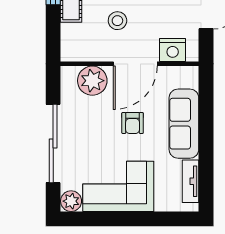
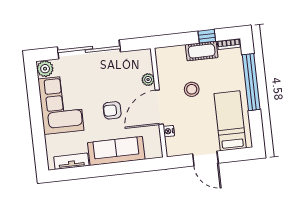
nightstand: (173, 50) -> (169, 131), width x0.53, depth x0.56
door: (135, 64) -> (159, 107), hinge flipped
plant: (92, 81) -> (148, 80), width x0.53, depth x0.53

